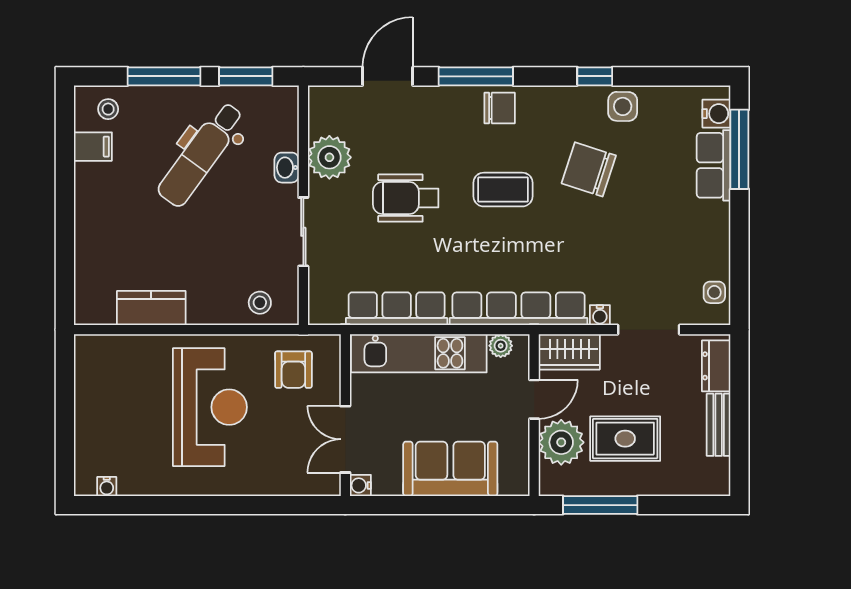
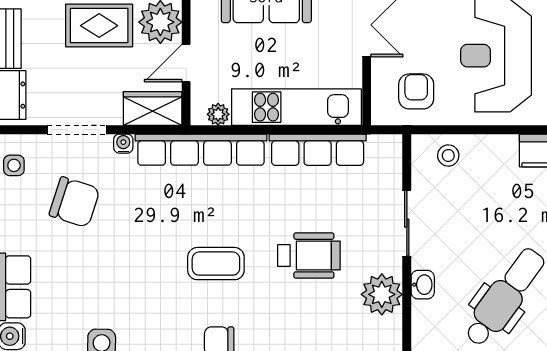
chair: (589, 169) -> (75, 202), moved

